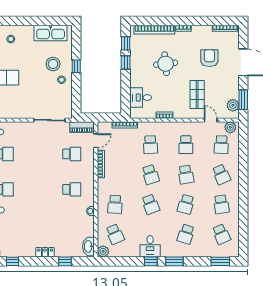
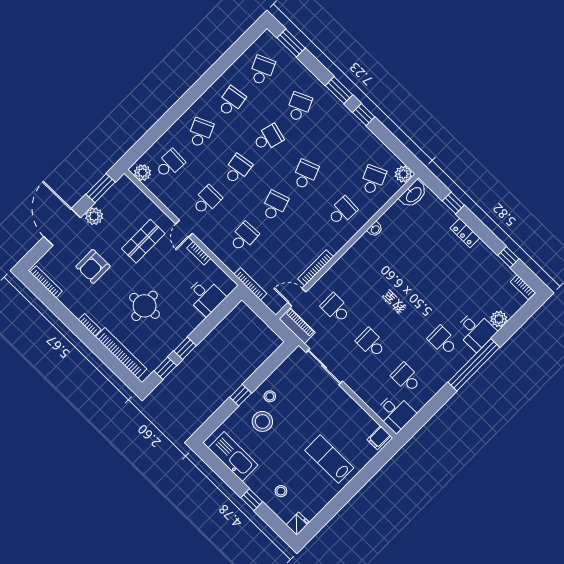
window: (21, 21) -> (252, 500), added
plant: (233, 105) -> (94, 216), moved
door: (211, 120) -> (184, 229), moved
school desk: (72, 189) -> (371, 343), moved
school desk: (186, 234) -> (299, 107), turned -42
desk: (150, 246) -> (349, 131), removed

